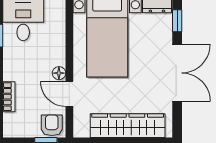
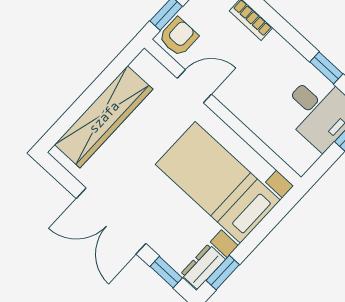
floor lamp: (59, 73) -> (227, 96), removed
armchair: (52, 125) -> (178, 37), turned -90

